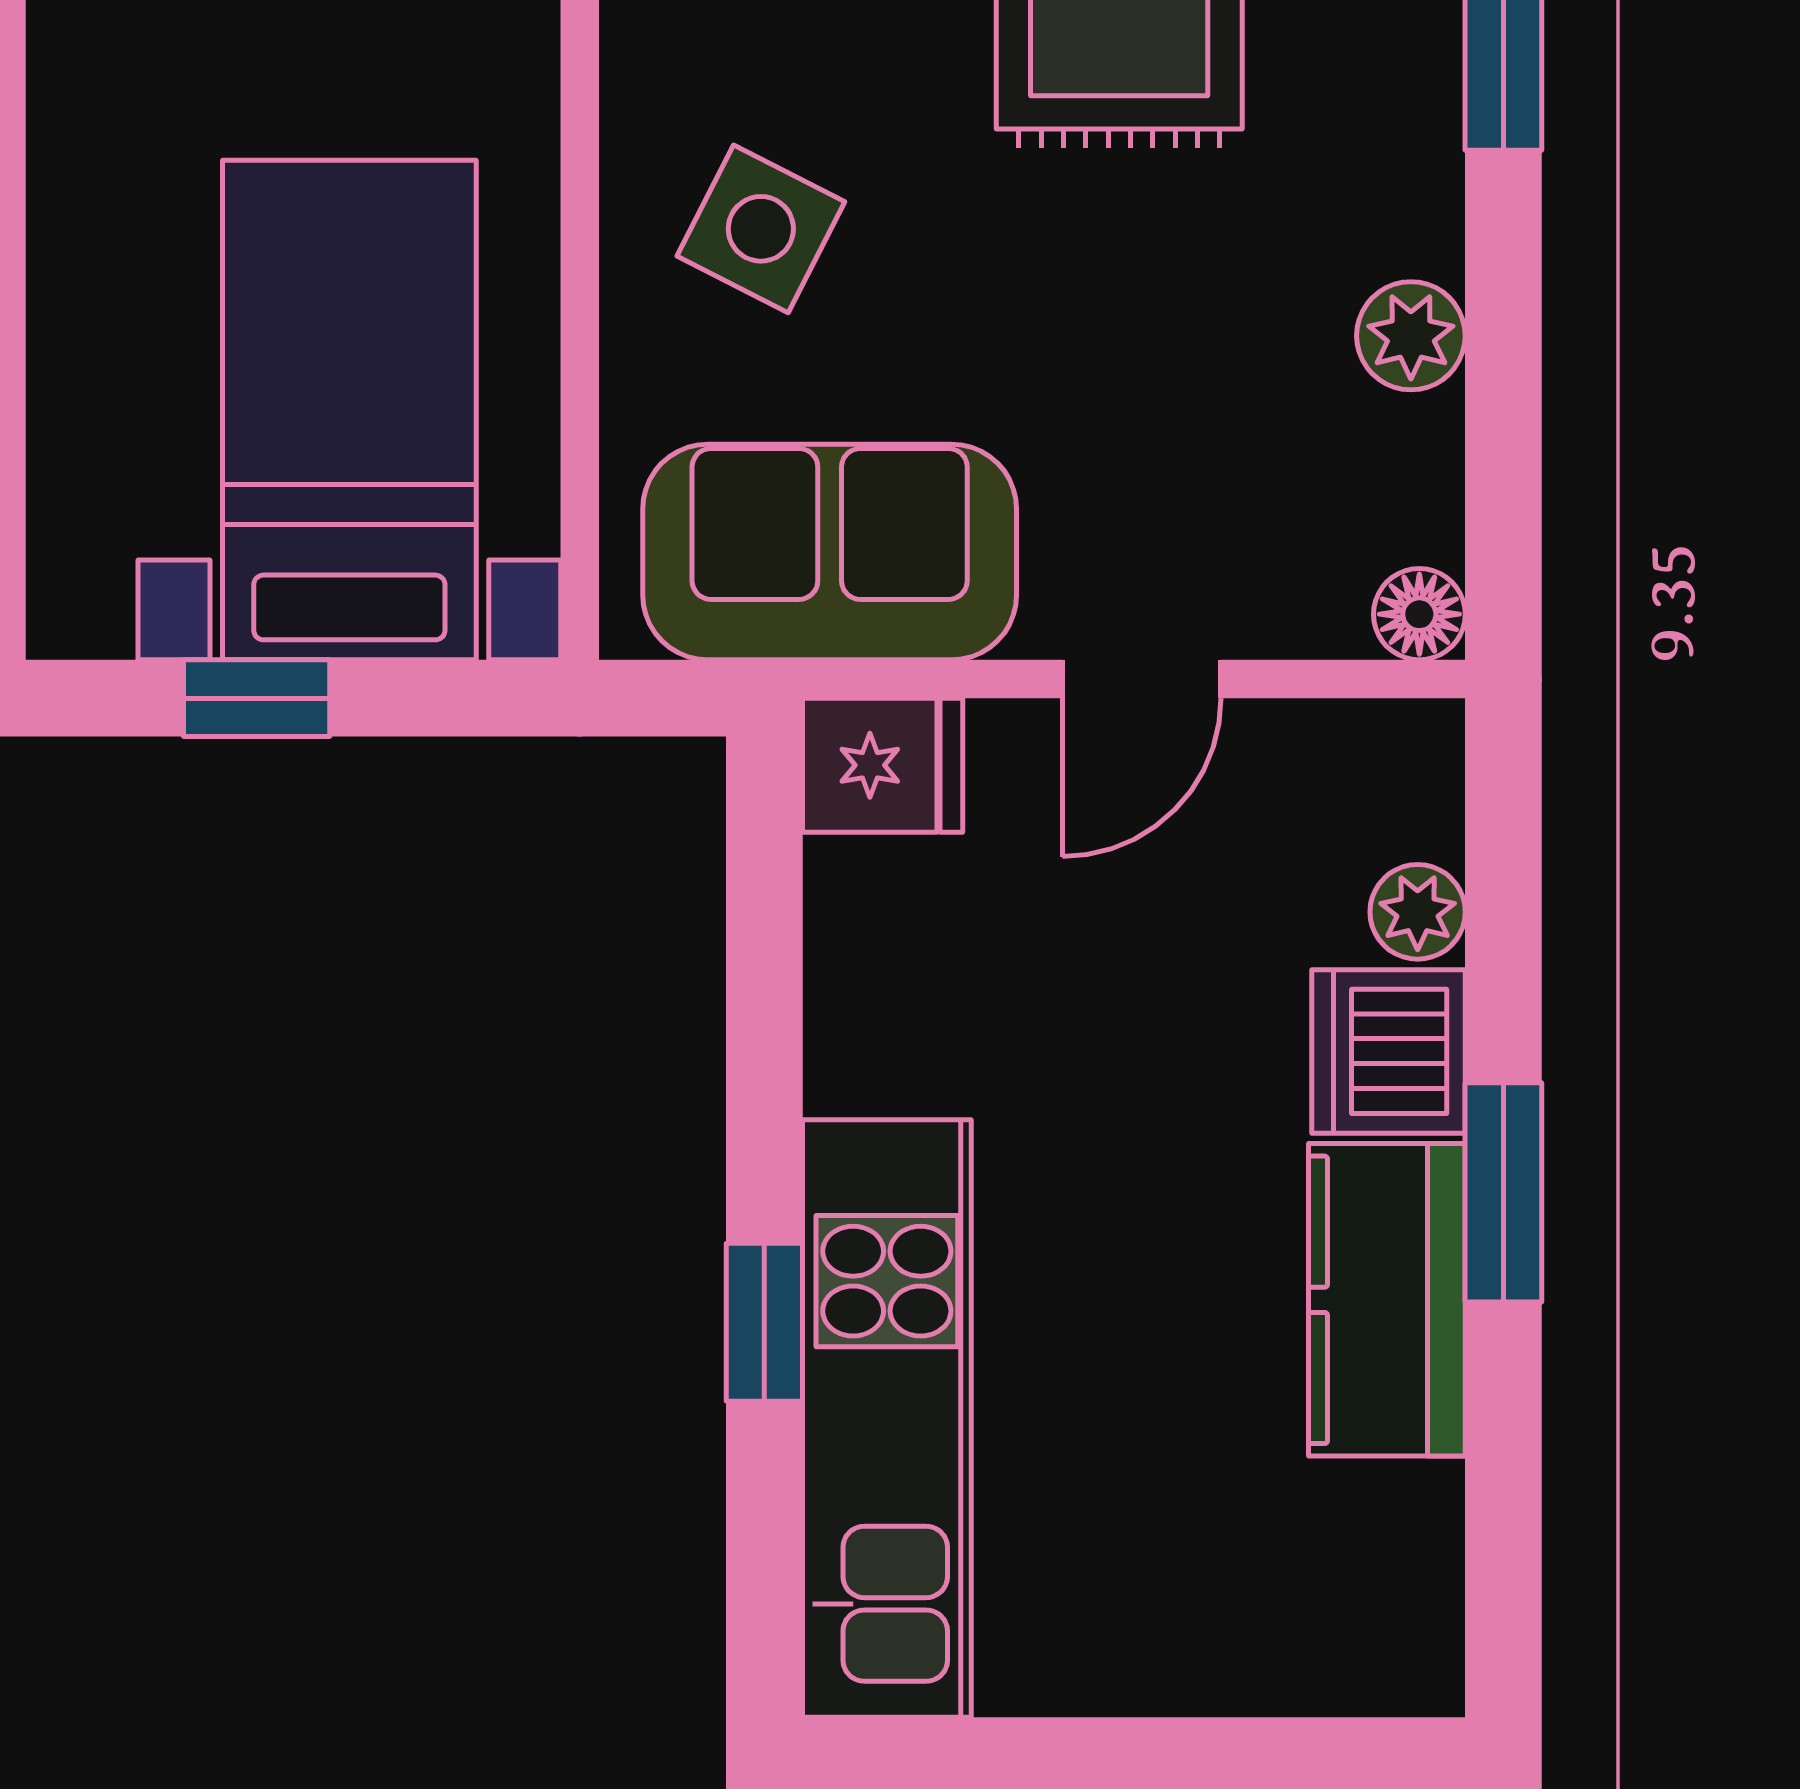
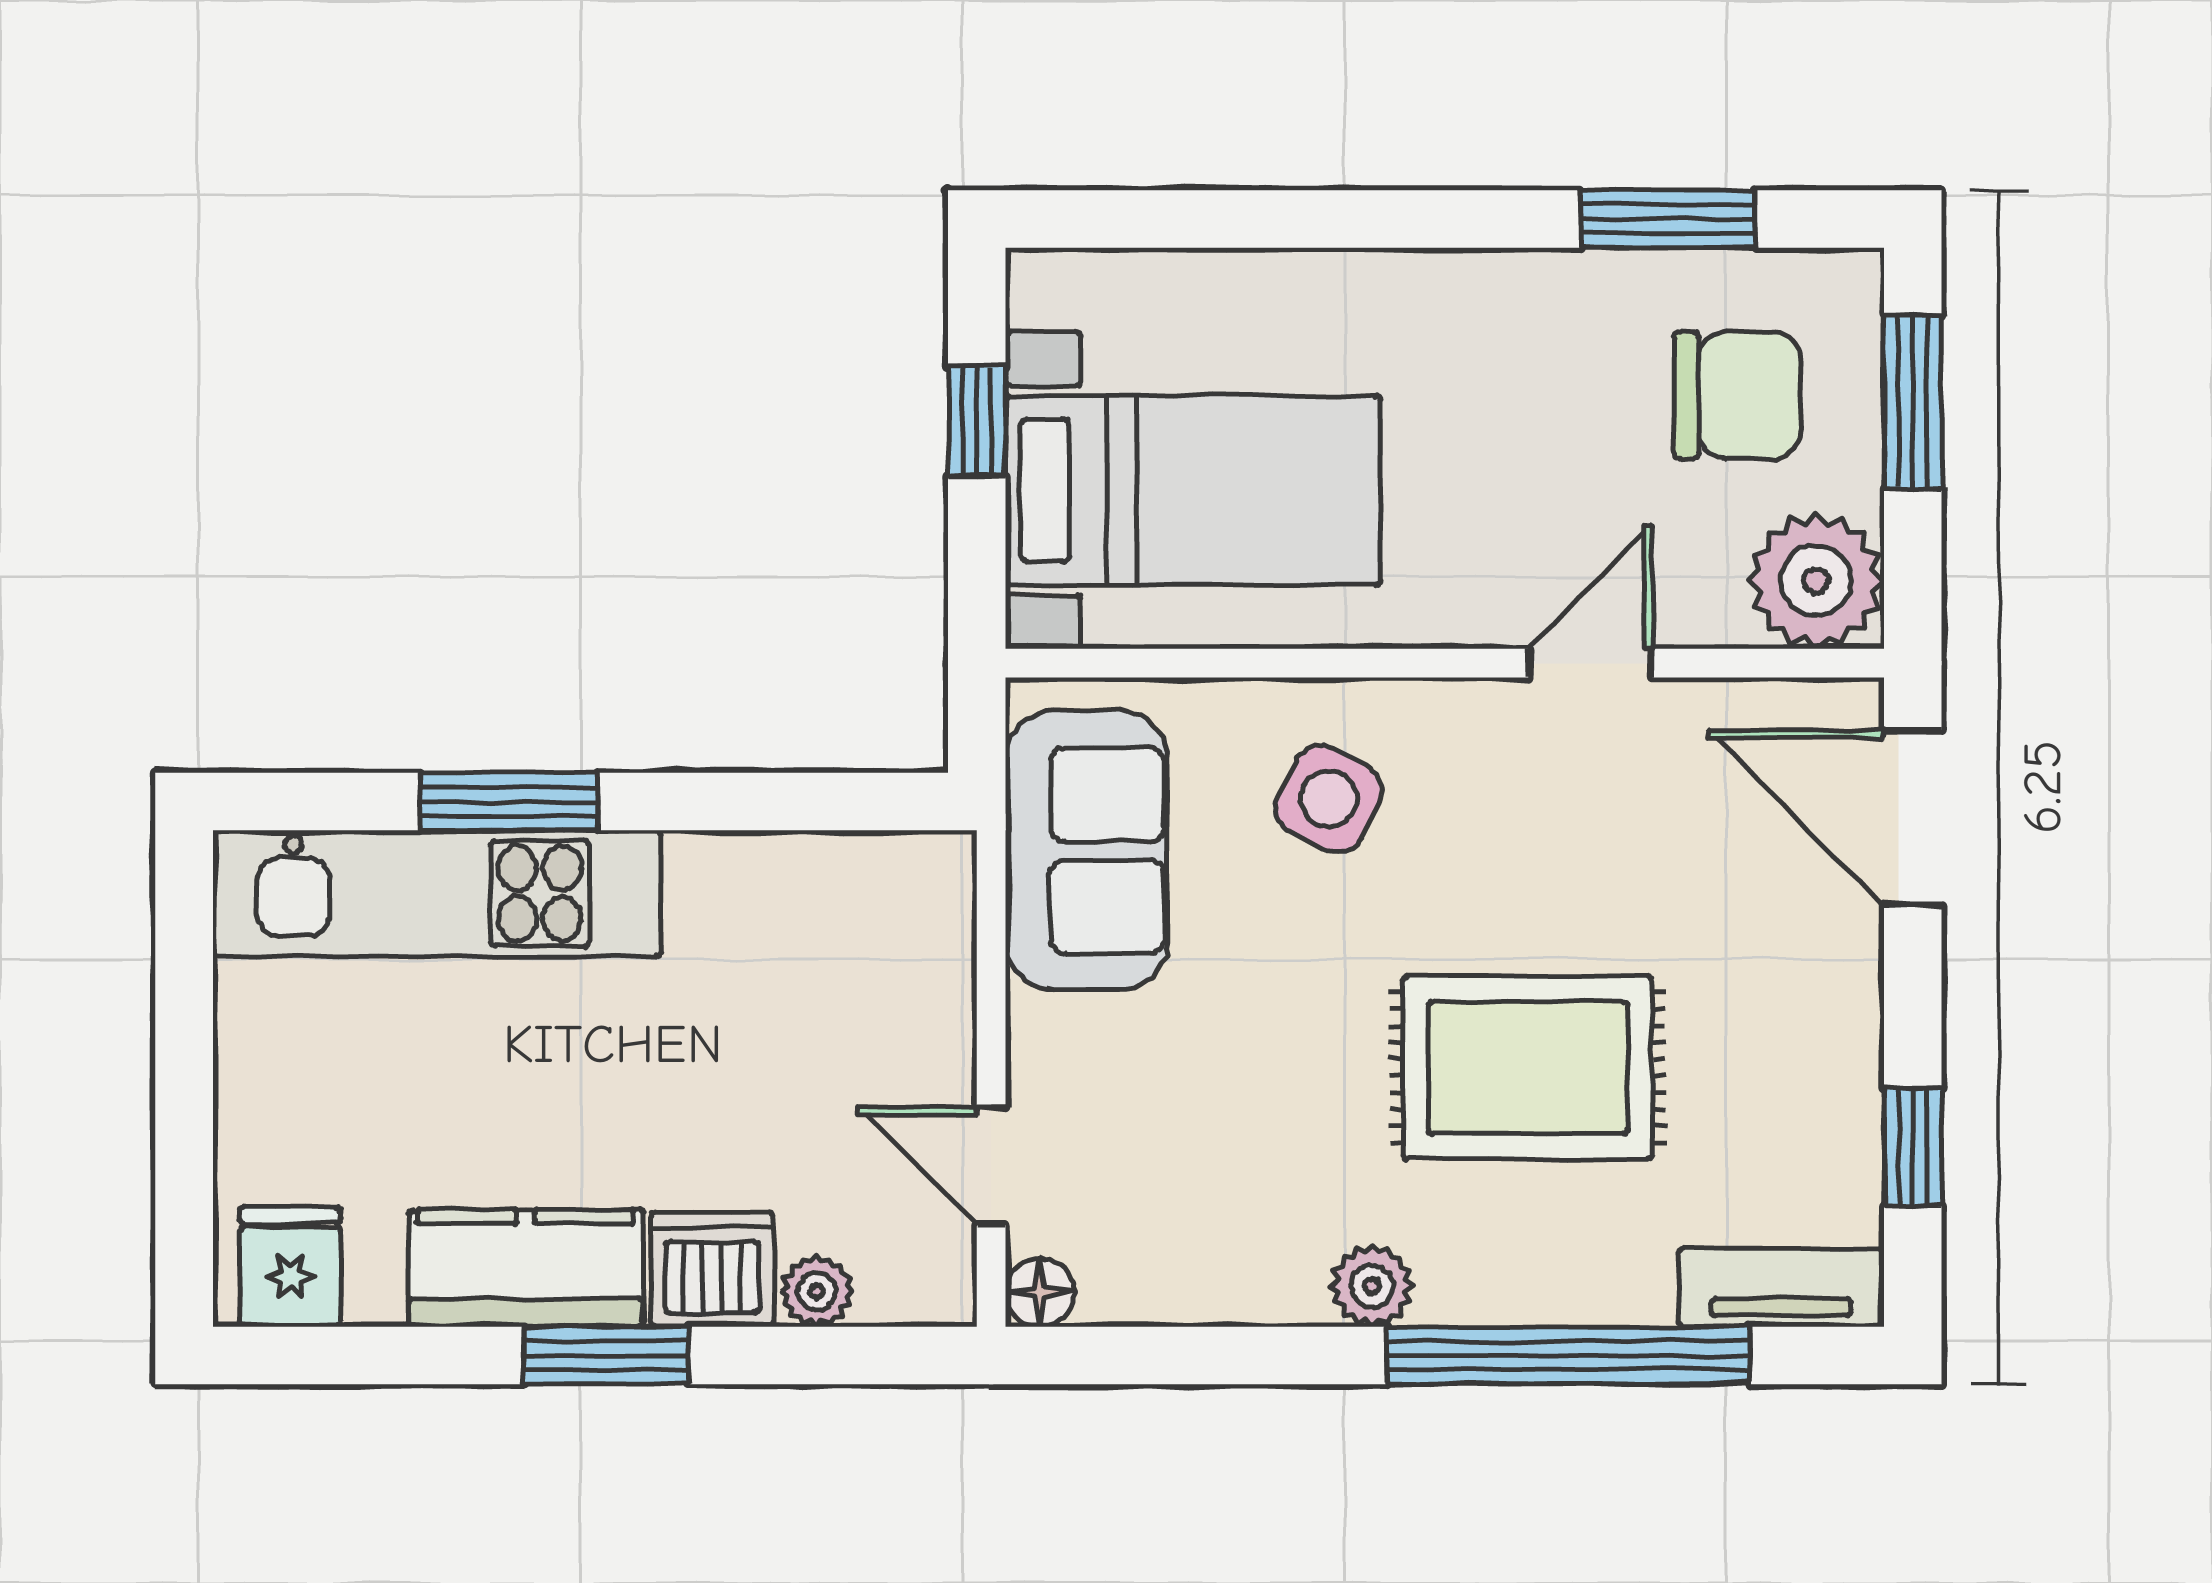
plant: (1411, 336) -> (1372, 1286), moved
door: (1142, 679) -> (991, 1166), moved
fridge: (883, 765) -> (290, 1267), moved, turned 180
window: (764, 1322) -> (509, 802), width x1.50

